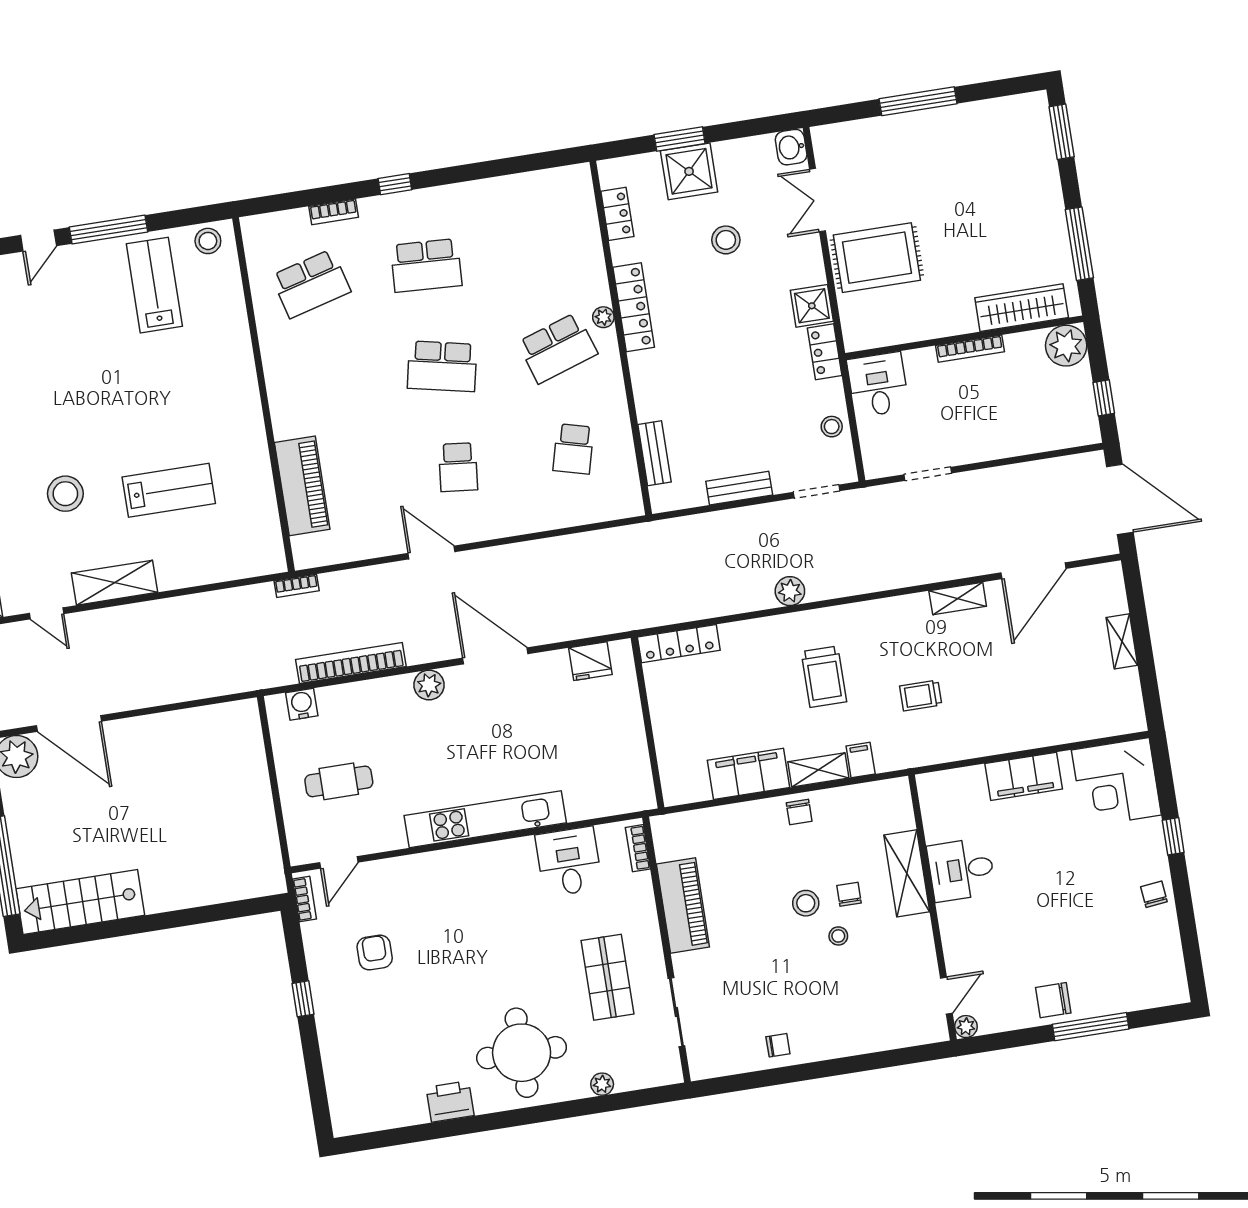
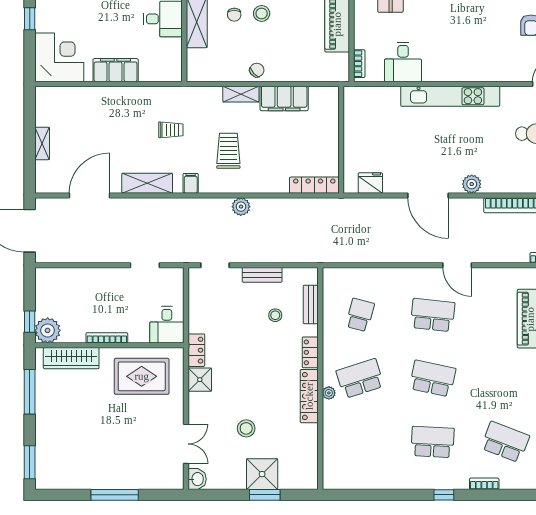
locker: (617, 214) -> (310, 352), moved
rug: (877, 258) -> (142, 376), moved
school desk: (311, 284) -> (505, 442), turned 36
window: (1104, 398) -> (30, 322), moved
stool: (832, 427) -> (275, 315), moved
school desk: (458, 467) -> (433, 315), width x1.85
shelving: (958, 598) -> (147, 183), width x1.50, depth x1.33
filing cabinet: (861, 760) -> (191, 183), moved, turned 180
chair: (799, 812) -> (257, 70), turned 48

